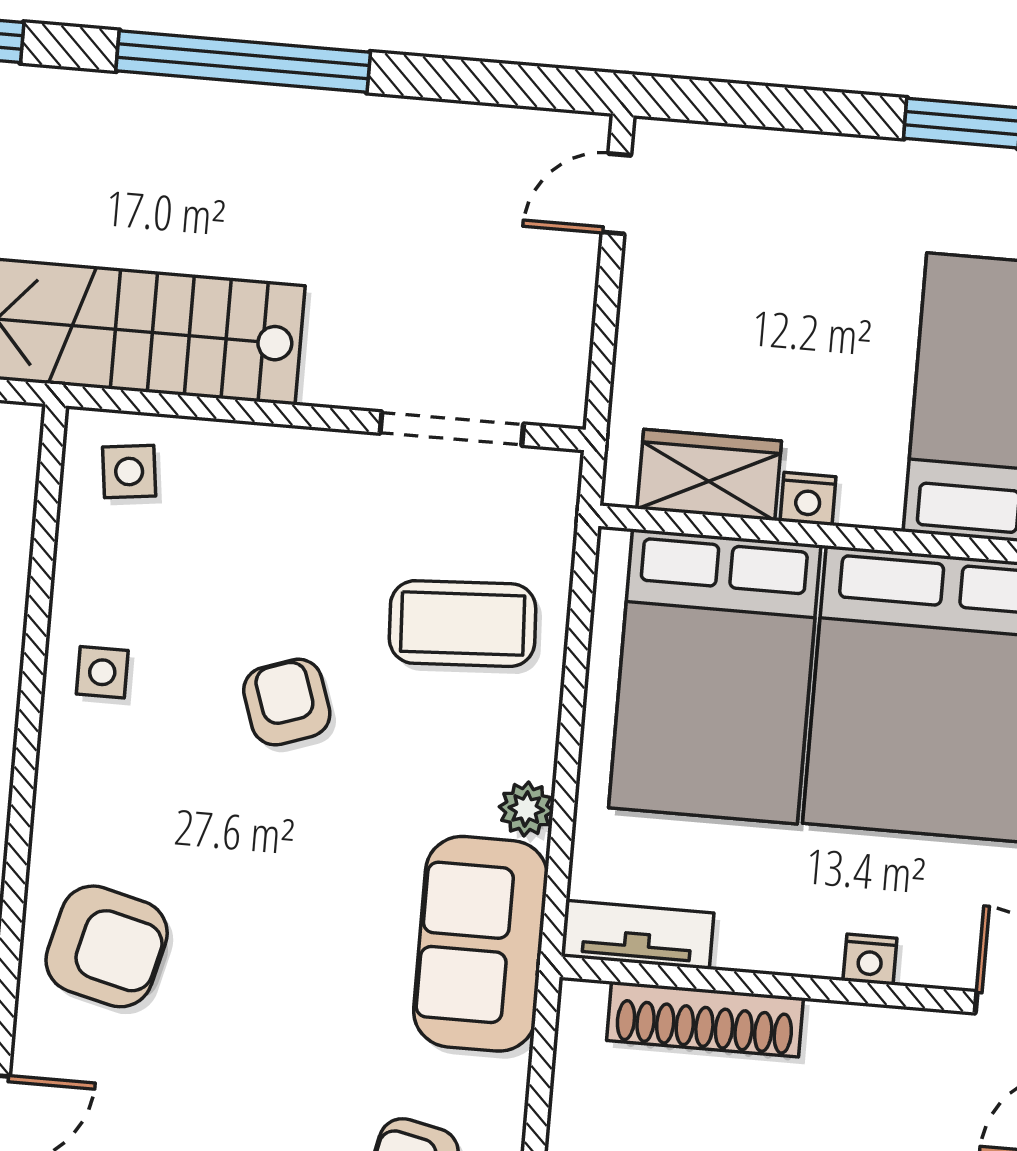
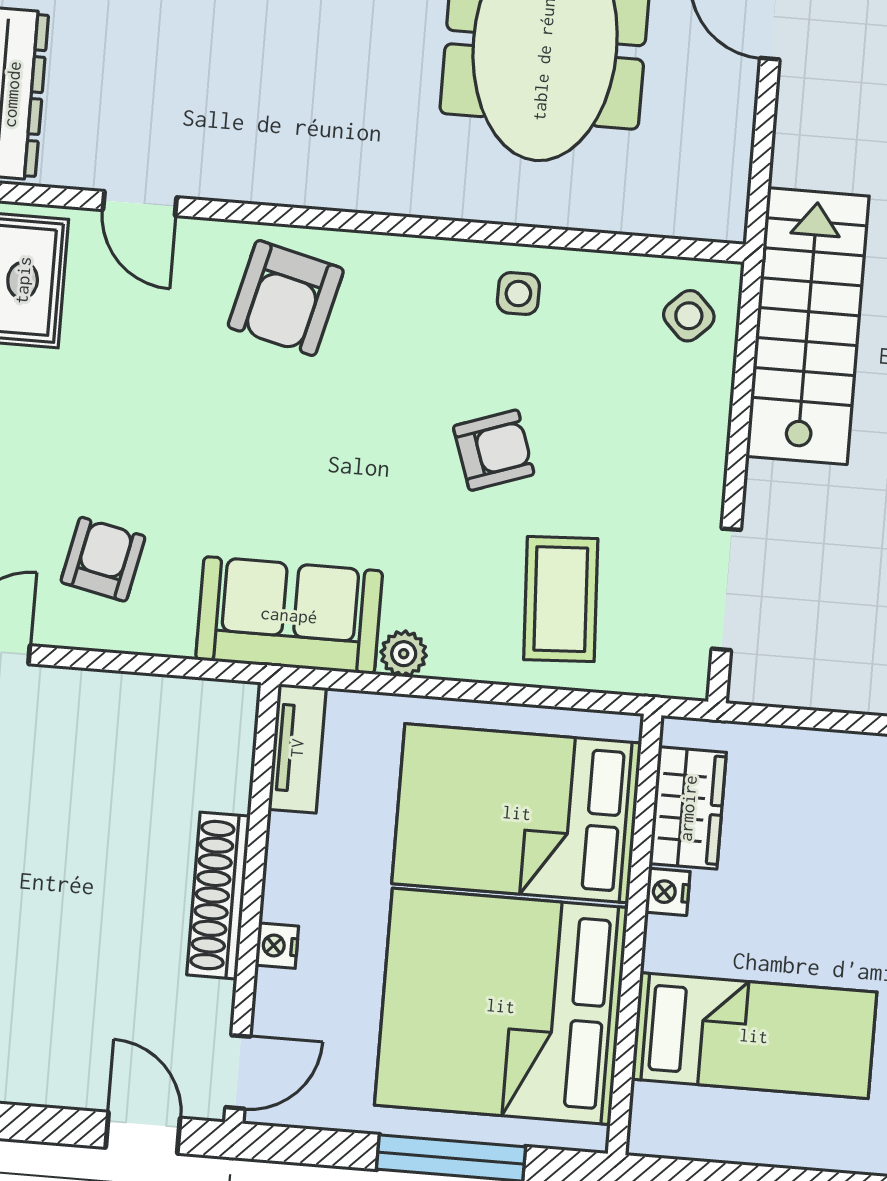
side table: (129, 471) -> (689, 316), turned -37
shoe rack: (705, 1019) -> (218, 896), moved

